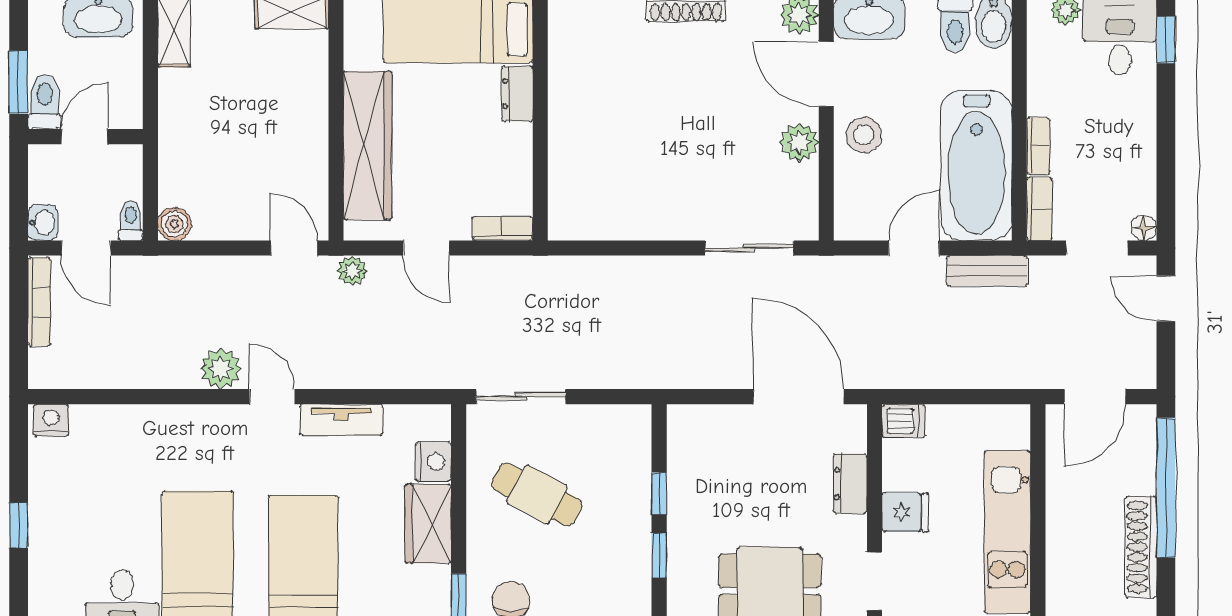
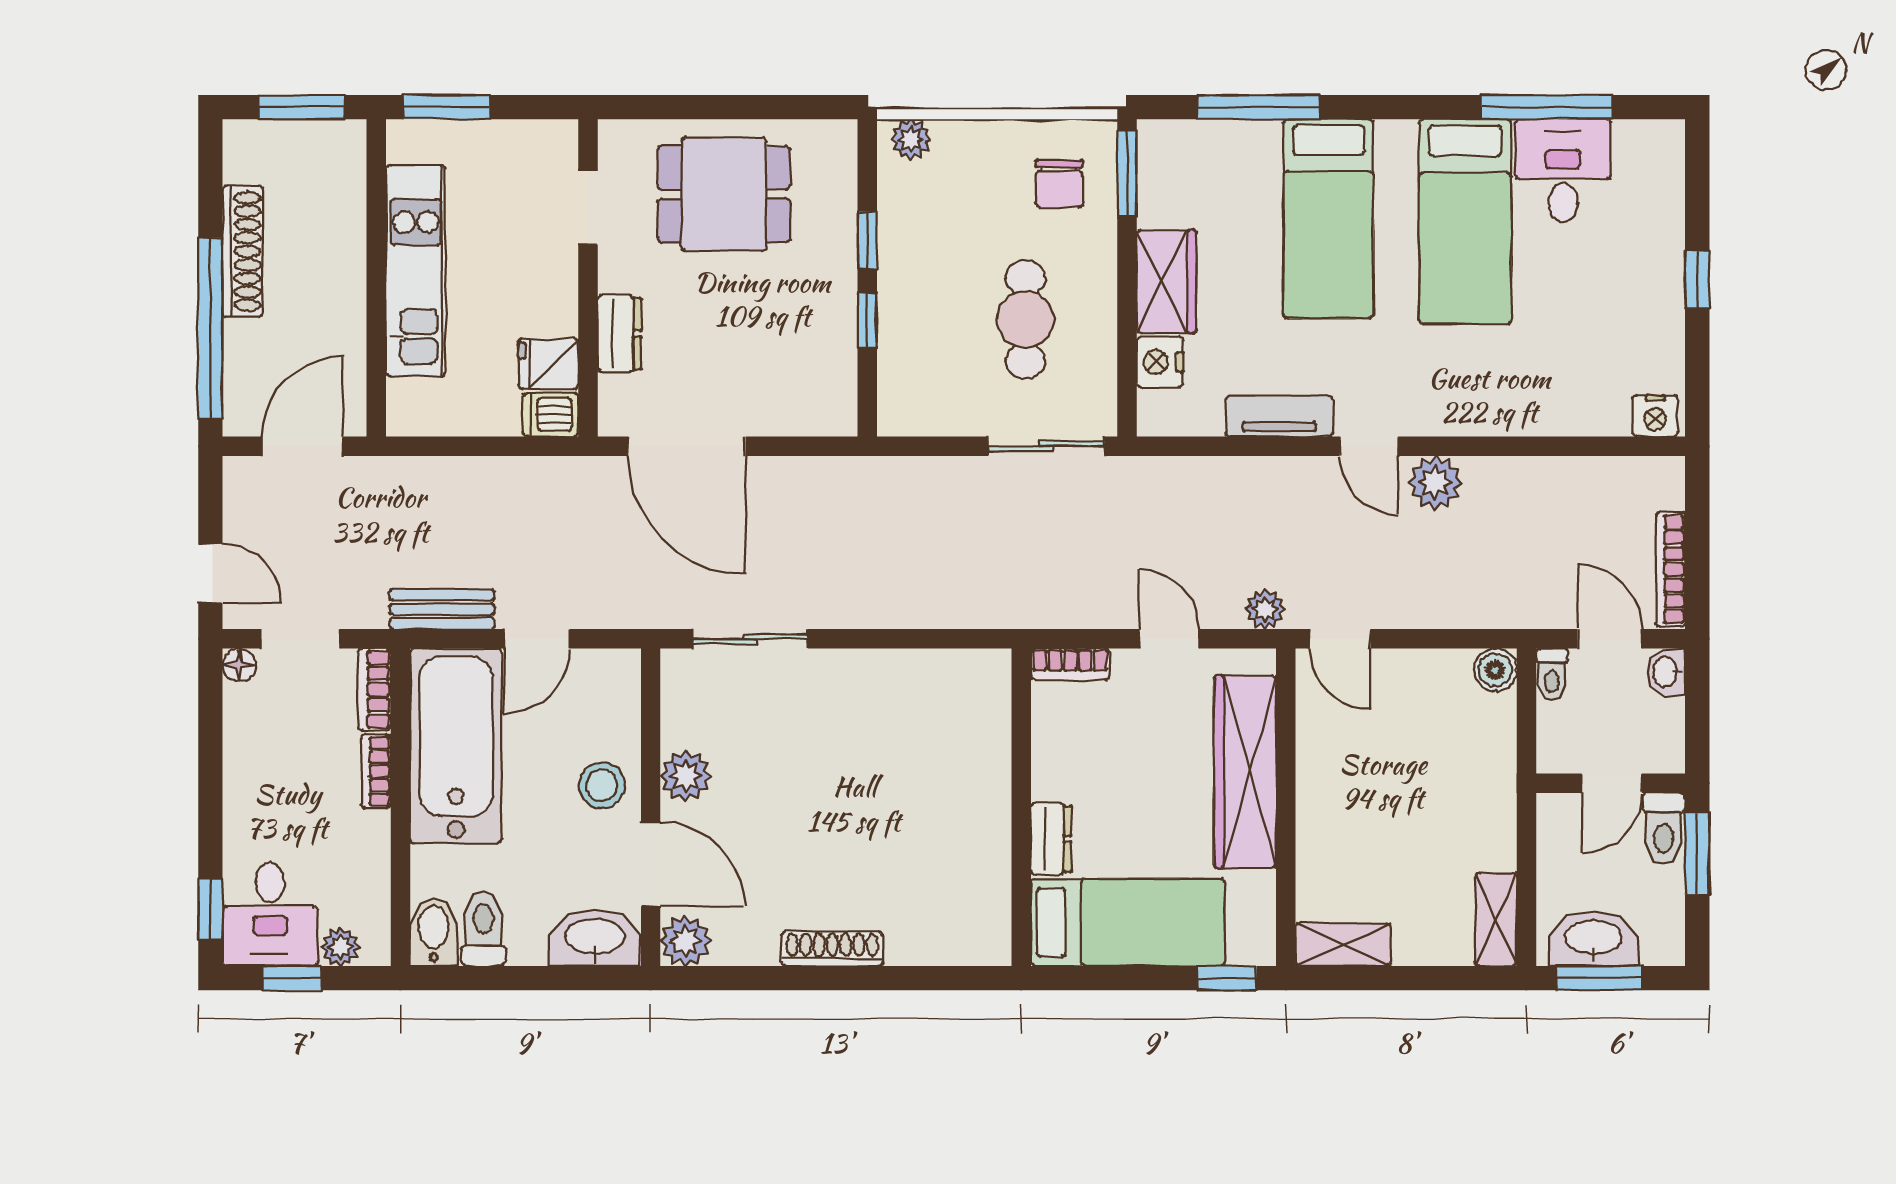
cafe table: (537, 494) -> (1026, 319), turned 63
fridge: (905, 512) -> (548, 364), moved

